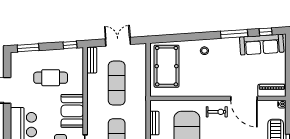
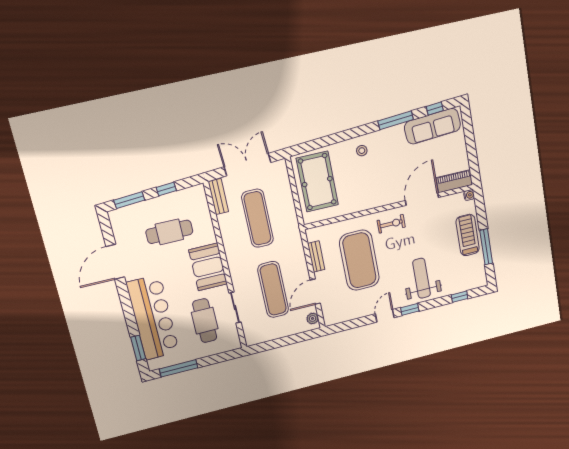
double door: (118, 42) -> (248, 165), width x1.37
window: (70, 45) -> (166, 189), moved
door: (244, 98) -> (422, 199), swing flipped

